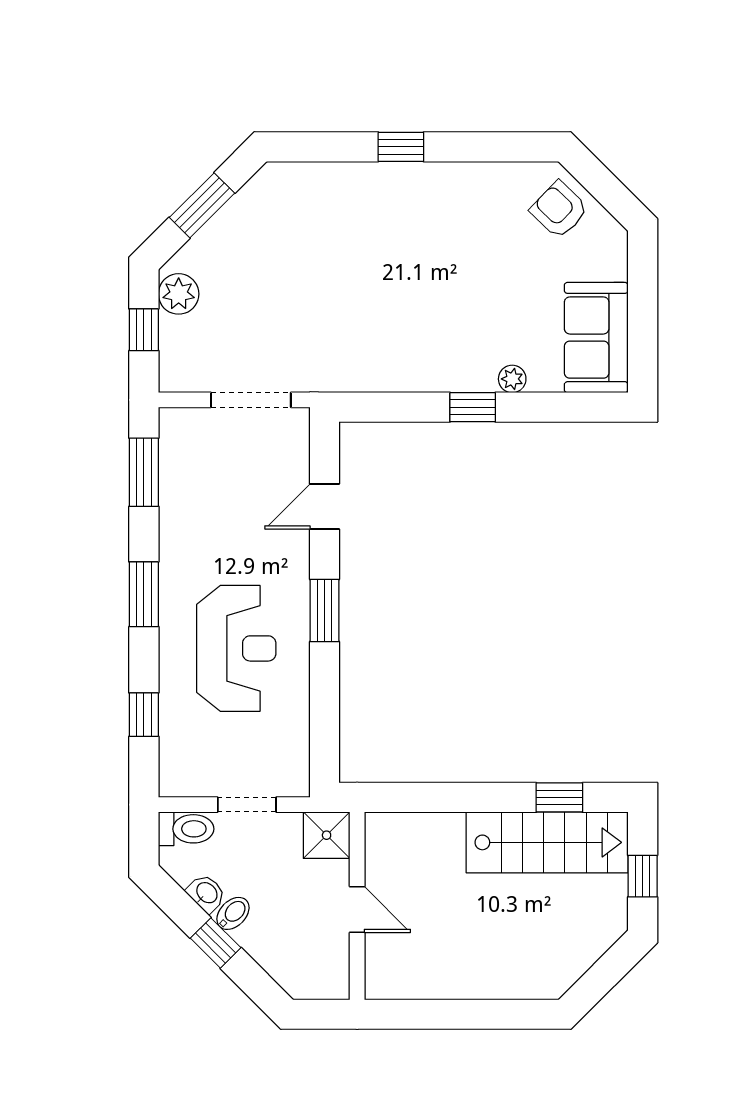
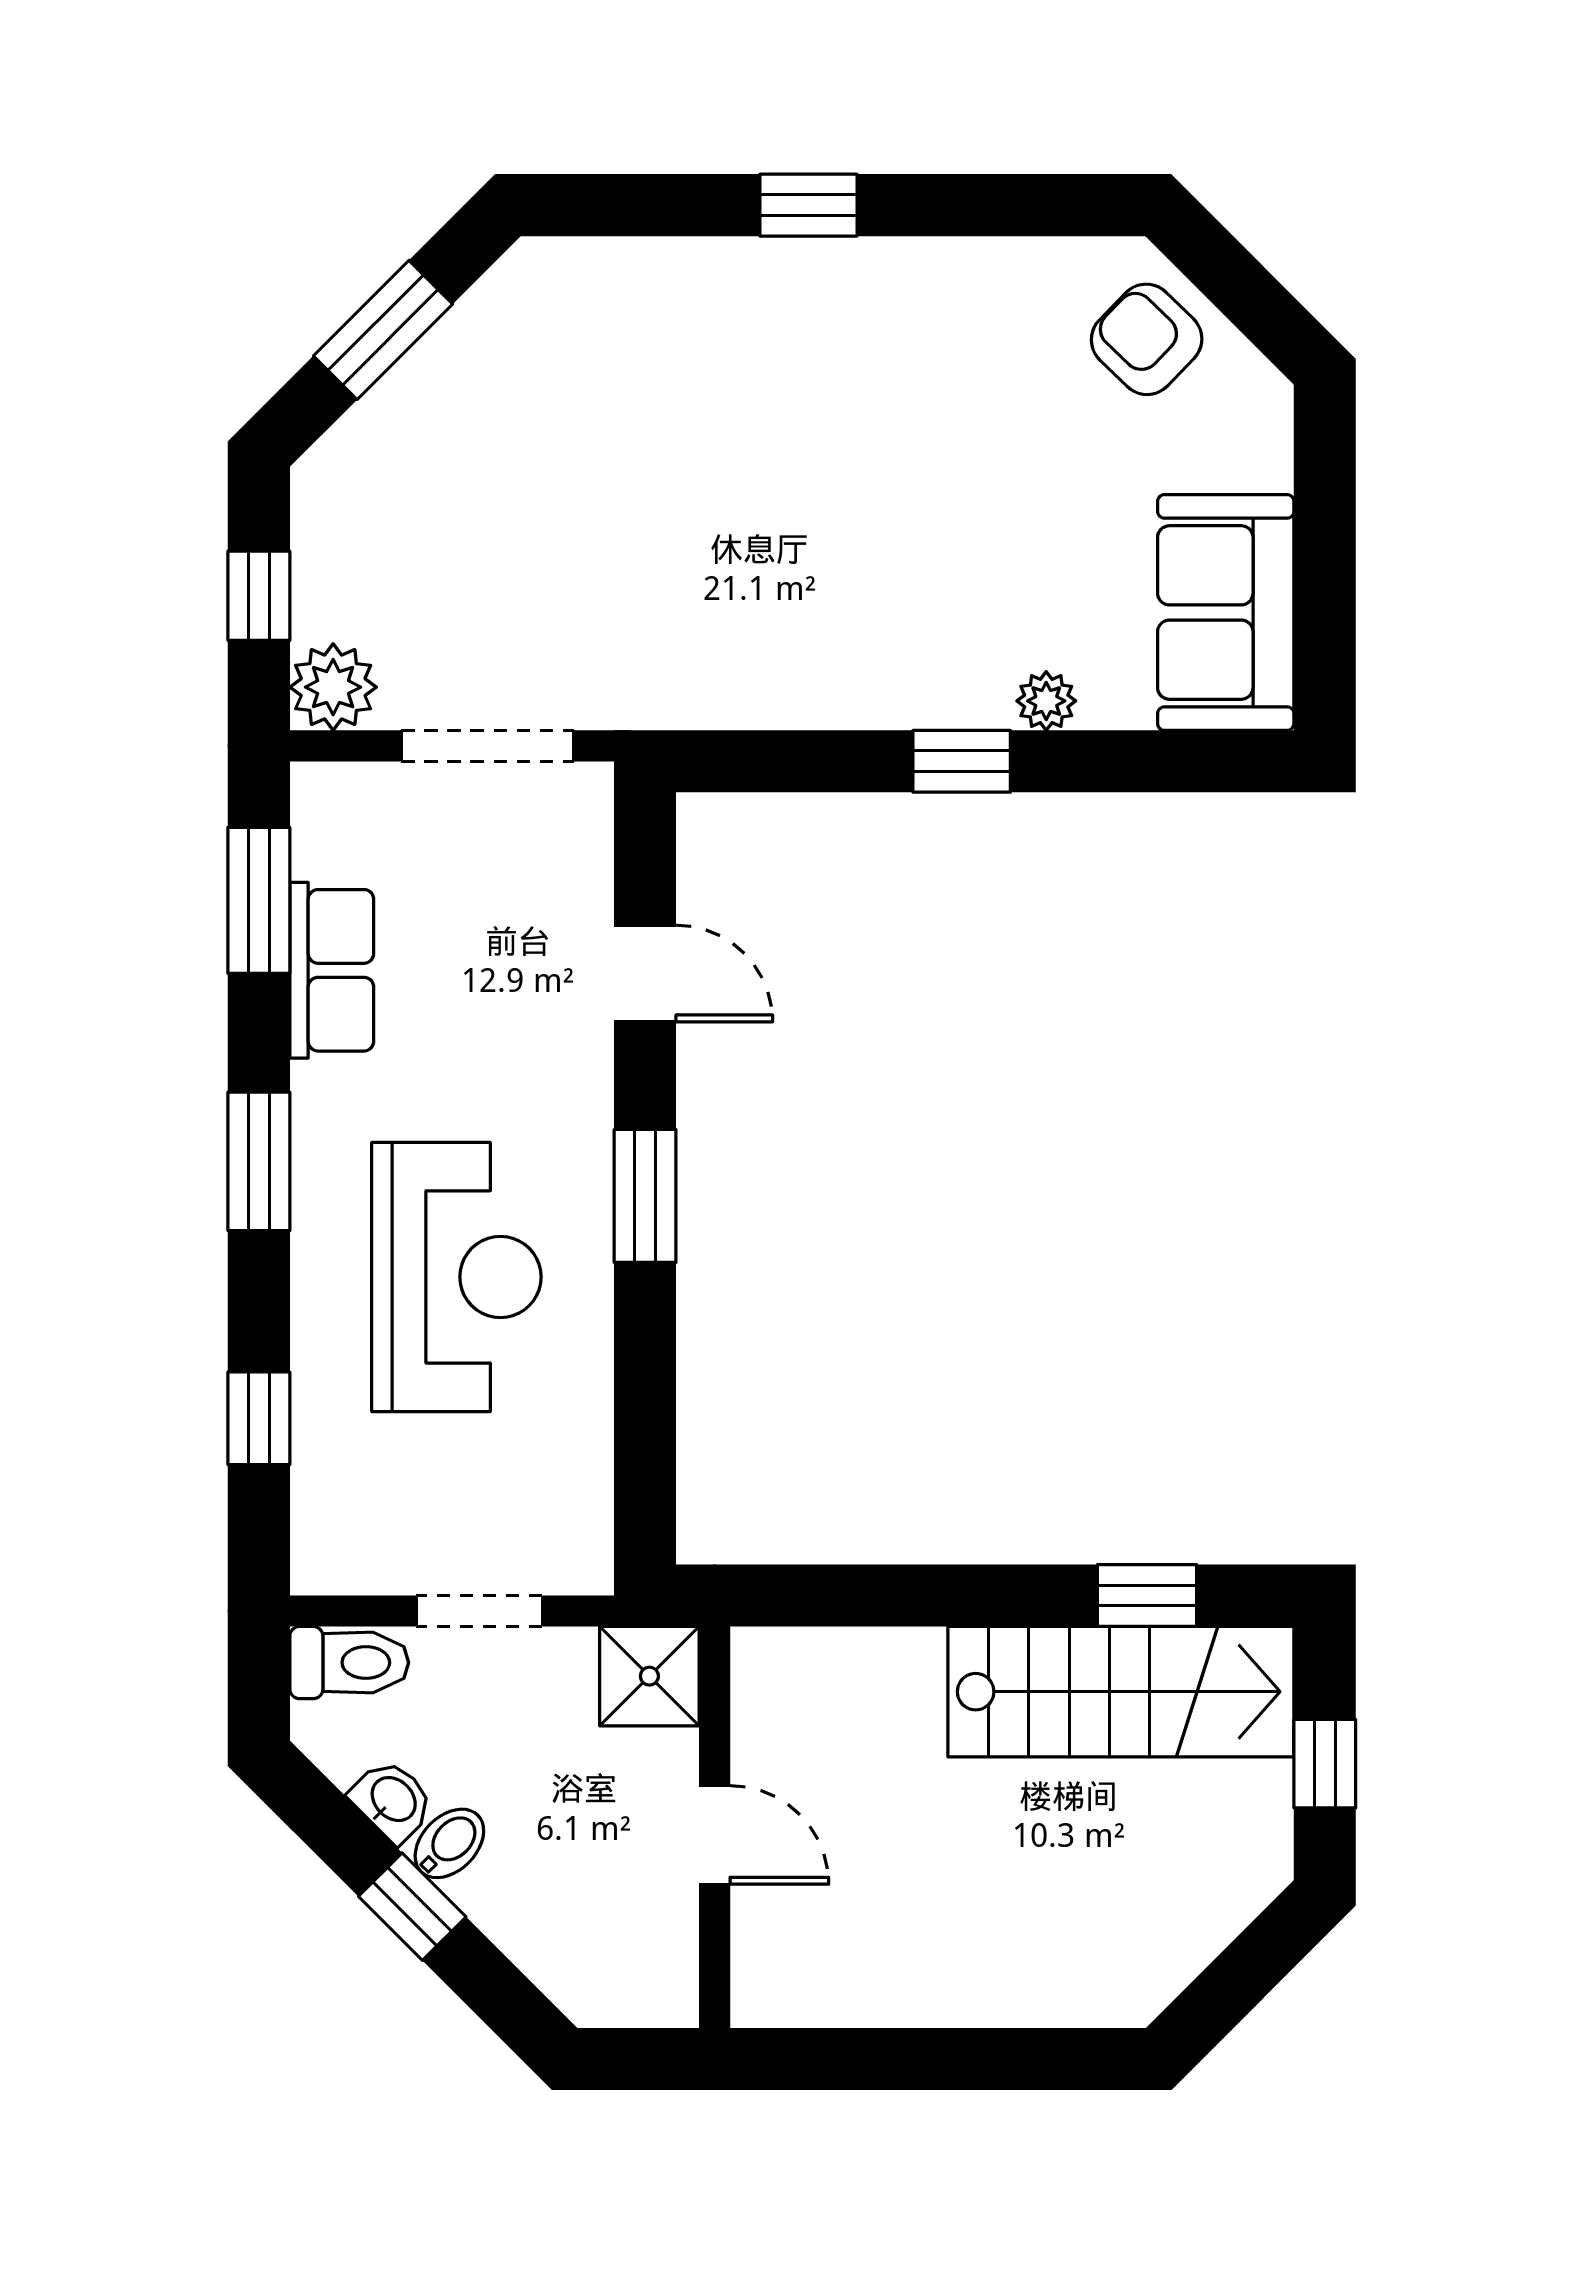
plant: (179, 294) -> (333, 687), moved
row of seats: (178, 505) -> (332, 970), added
door: (325, 506) -> (645, 973), swing flipped

